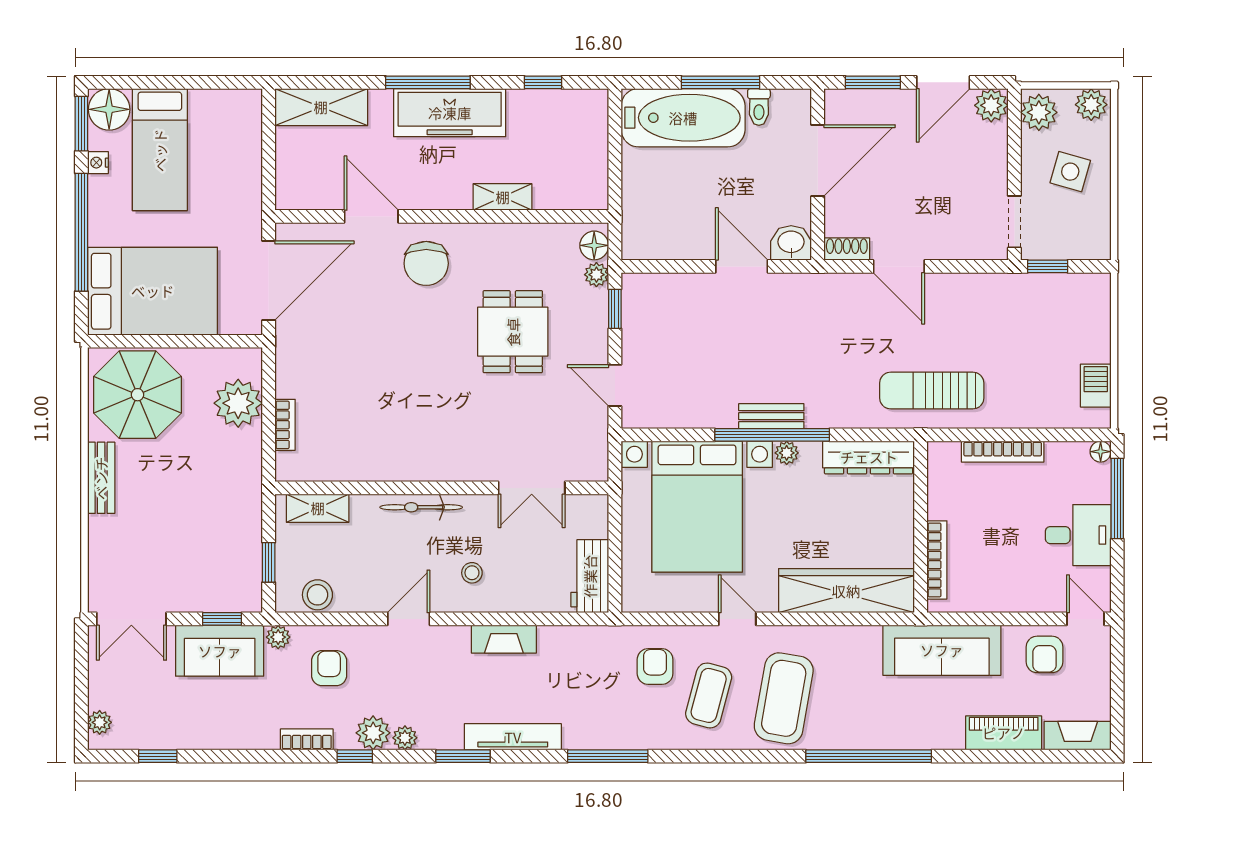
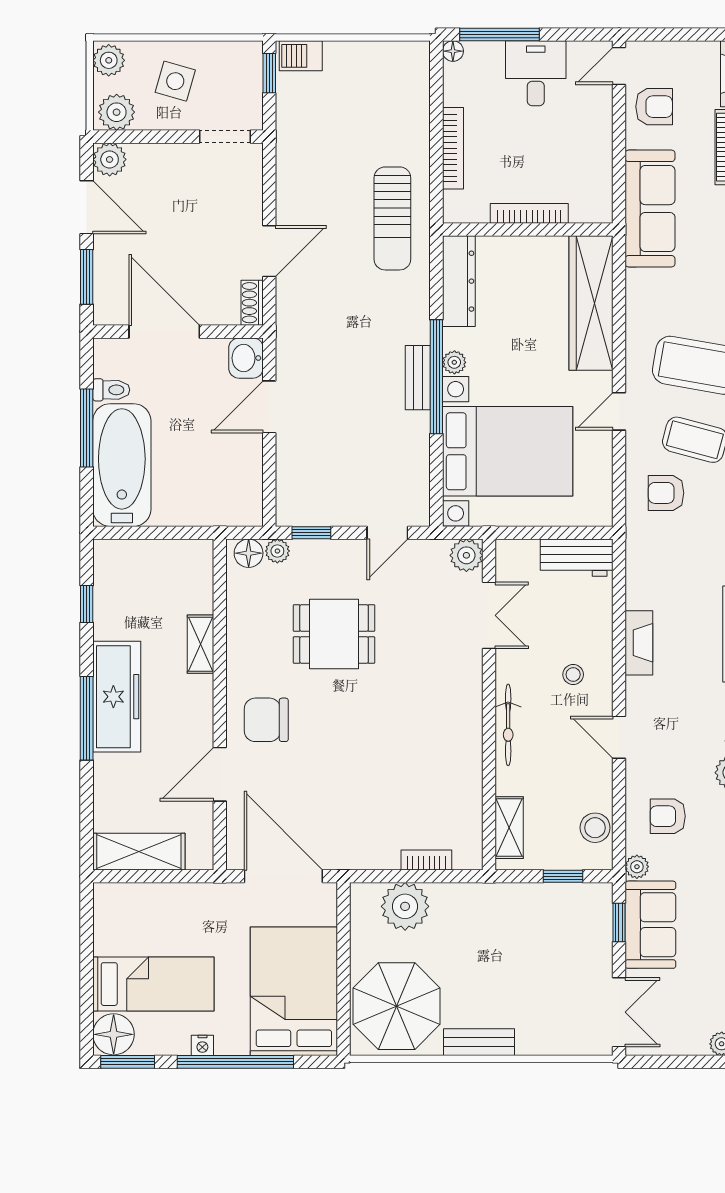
shelving: (321, 107) -> (139, 852), moved, turned 90
nightstand: (98, 163) -> (202, 1045), moved
chair: (426, 263) -> (266, 720), turned 180
window: (1048, 266) -> (269, 73), moved
barbecue: (1096, 386) -> (301, 56), moved
plant: (592, 465) -> (466, 555), added
bookcase: (937, 560) -> (529, 213), moved

